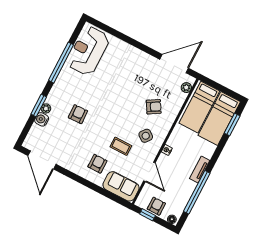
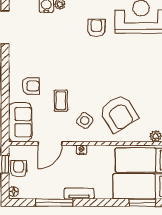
armchair: (154, 107) -> (119, 113), width x1.88, depth x1.88
armchair: (78, 114) -> (96, 28), moved, turned -88
window: (197, 192) -> (54, 203), width x0.68
armchair: (156, 206) -> (19, 169), turned -90

